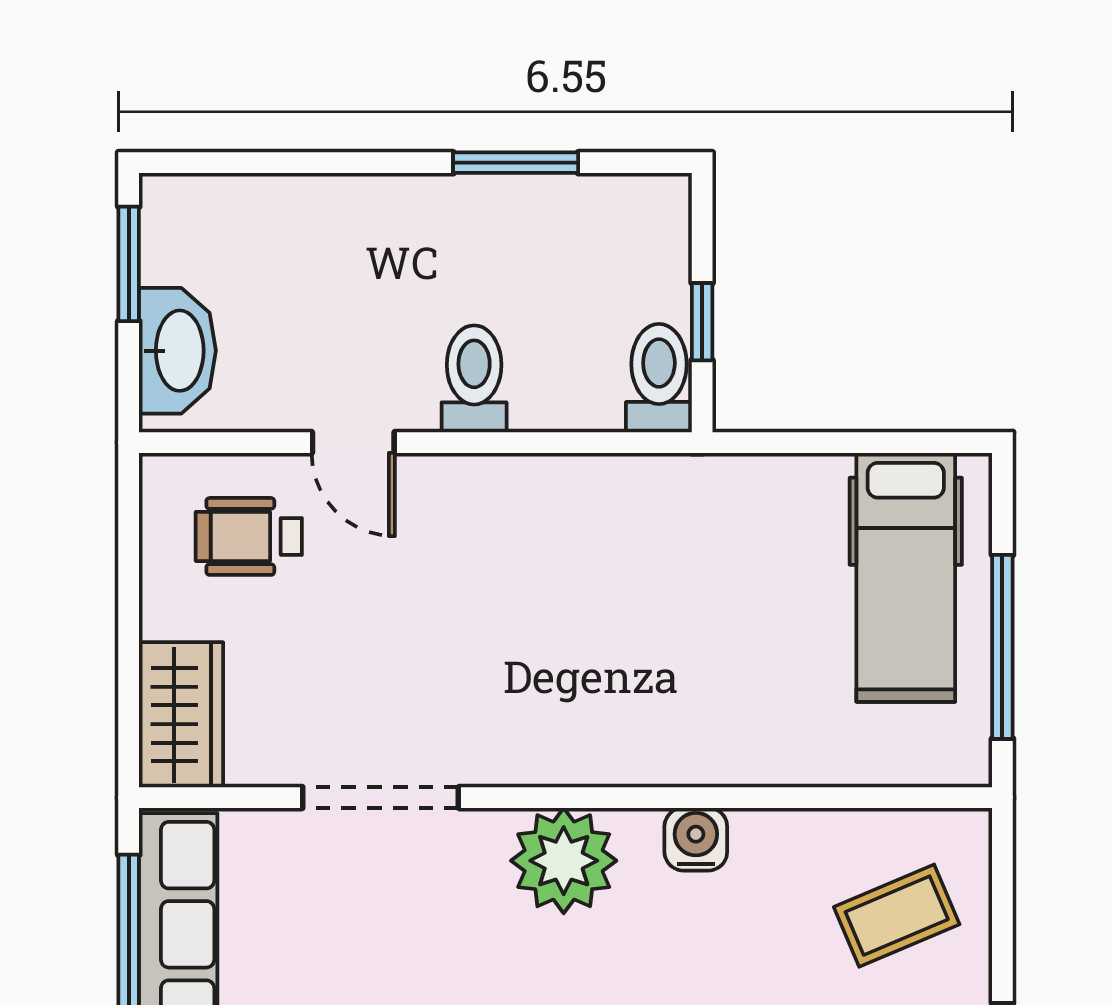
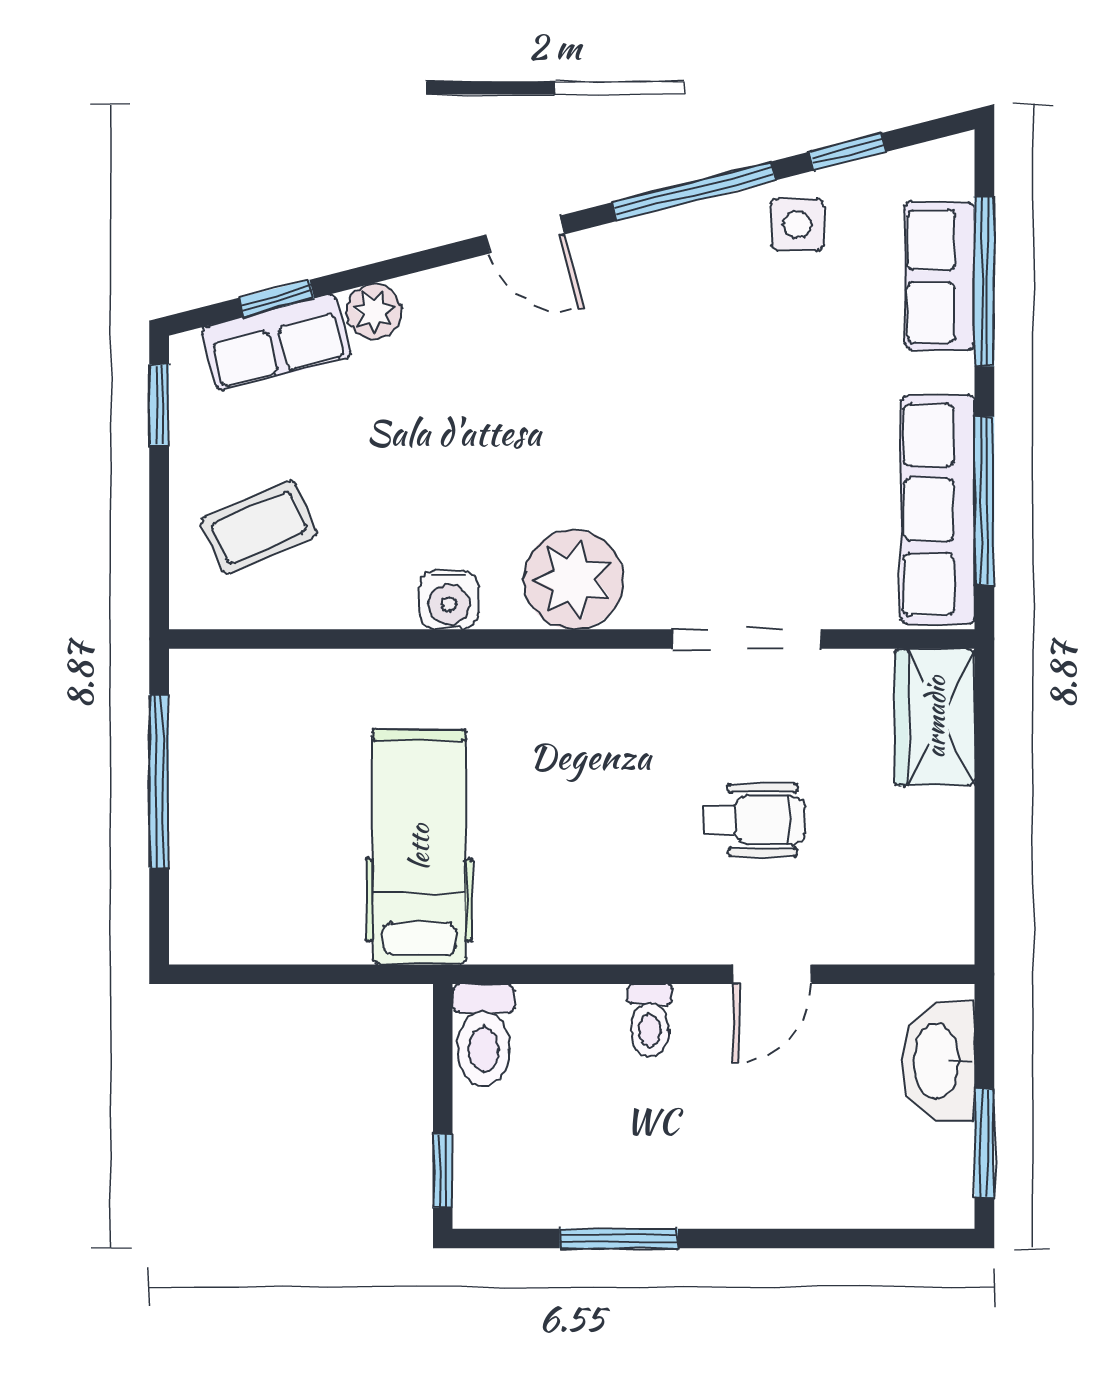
window: (702, 322) -> (443, 1171), moved
toilet: (474, 379) -> (650, 1020), width x0.73, depth x0.72
door: (353, 443) -> (772, 974), swing flipped
wheelchair: (249, 536) -> (755, 820), moved
hospital bed: (906, 577) -> (419, 847), moved

